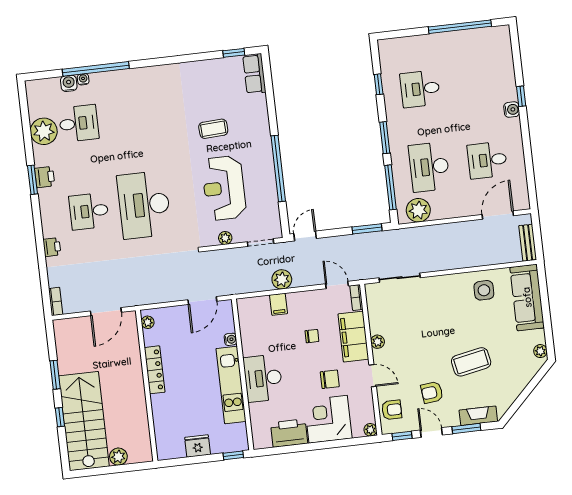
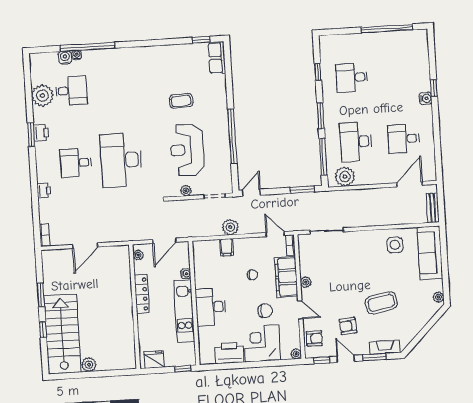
plant: (148, 322) -> (138, 255), moved
locker: (155, 370) -> (142, 294), moved
wall: (147, 386) -> (134, 307), moved

